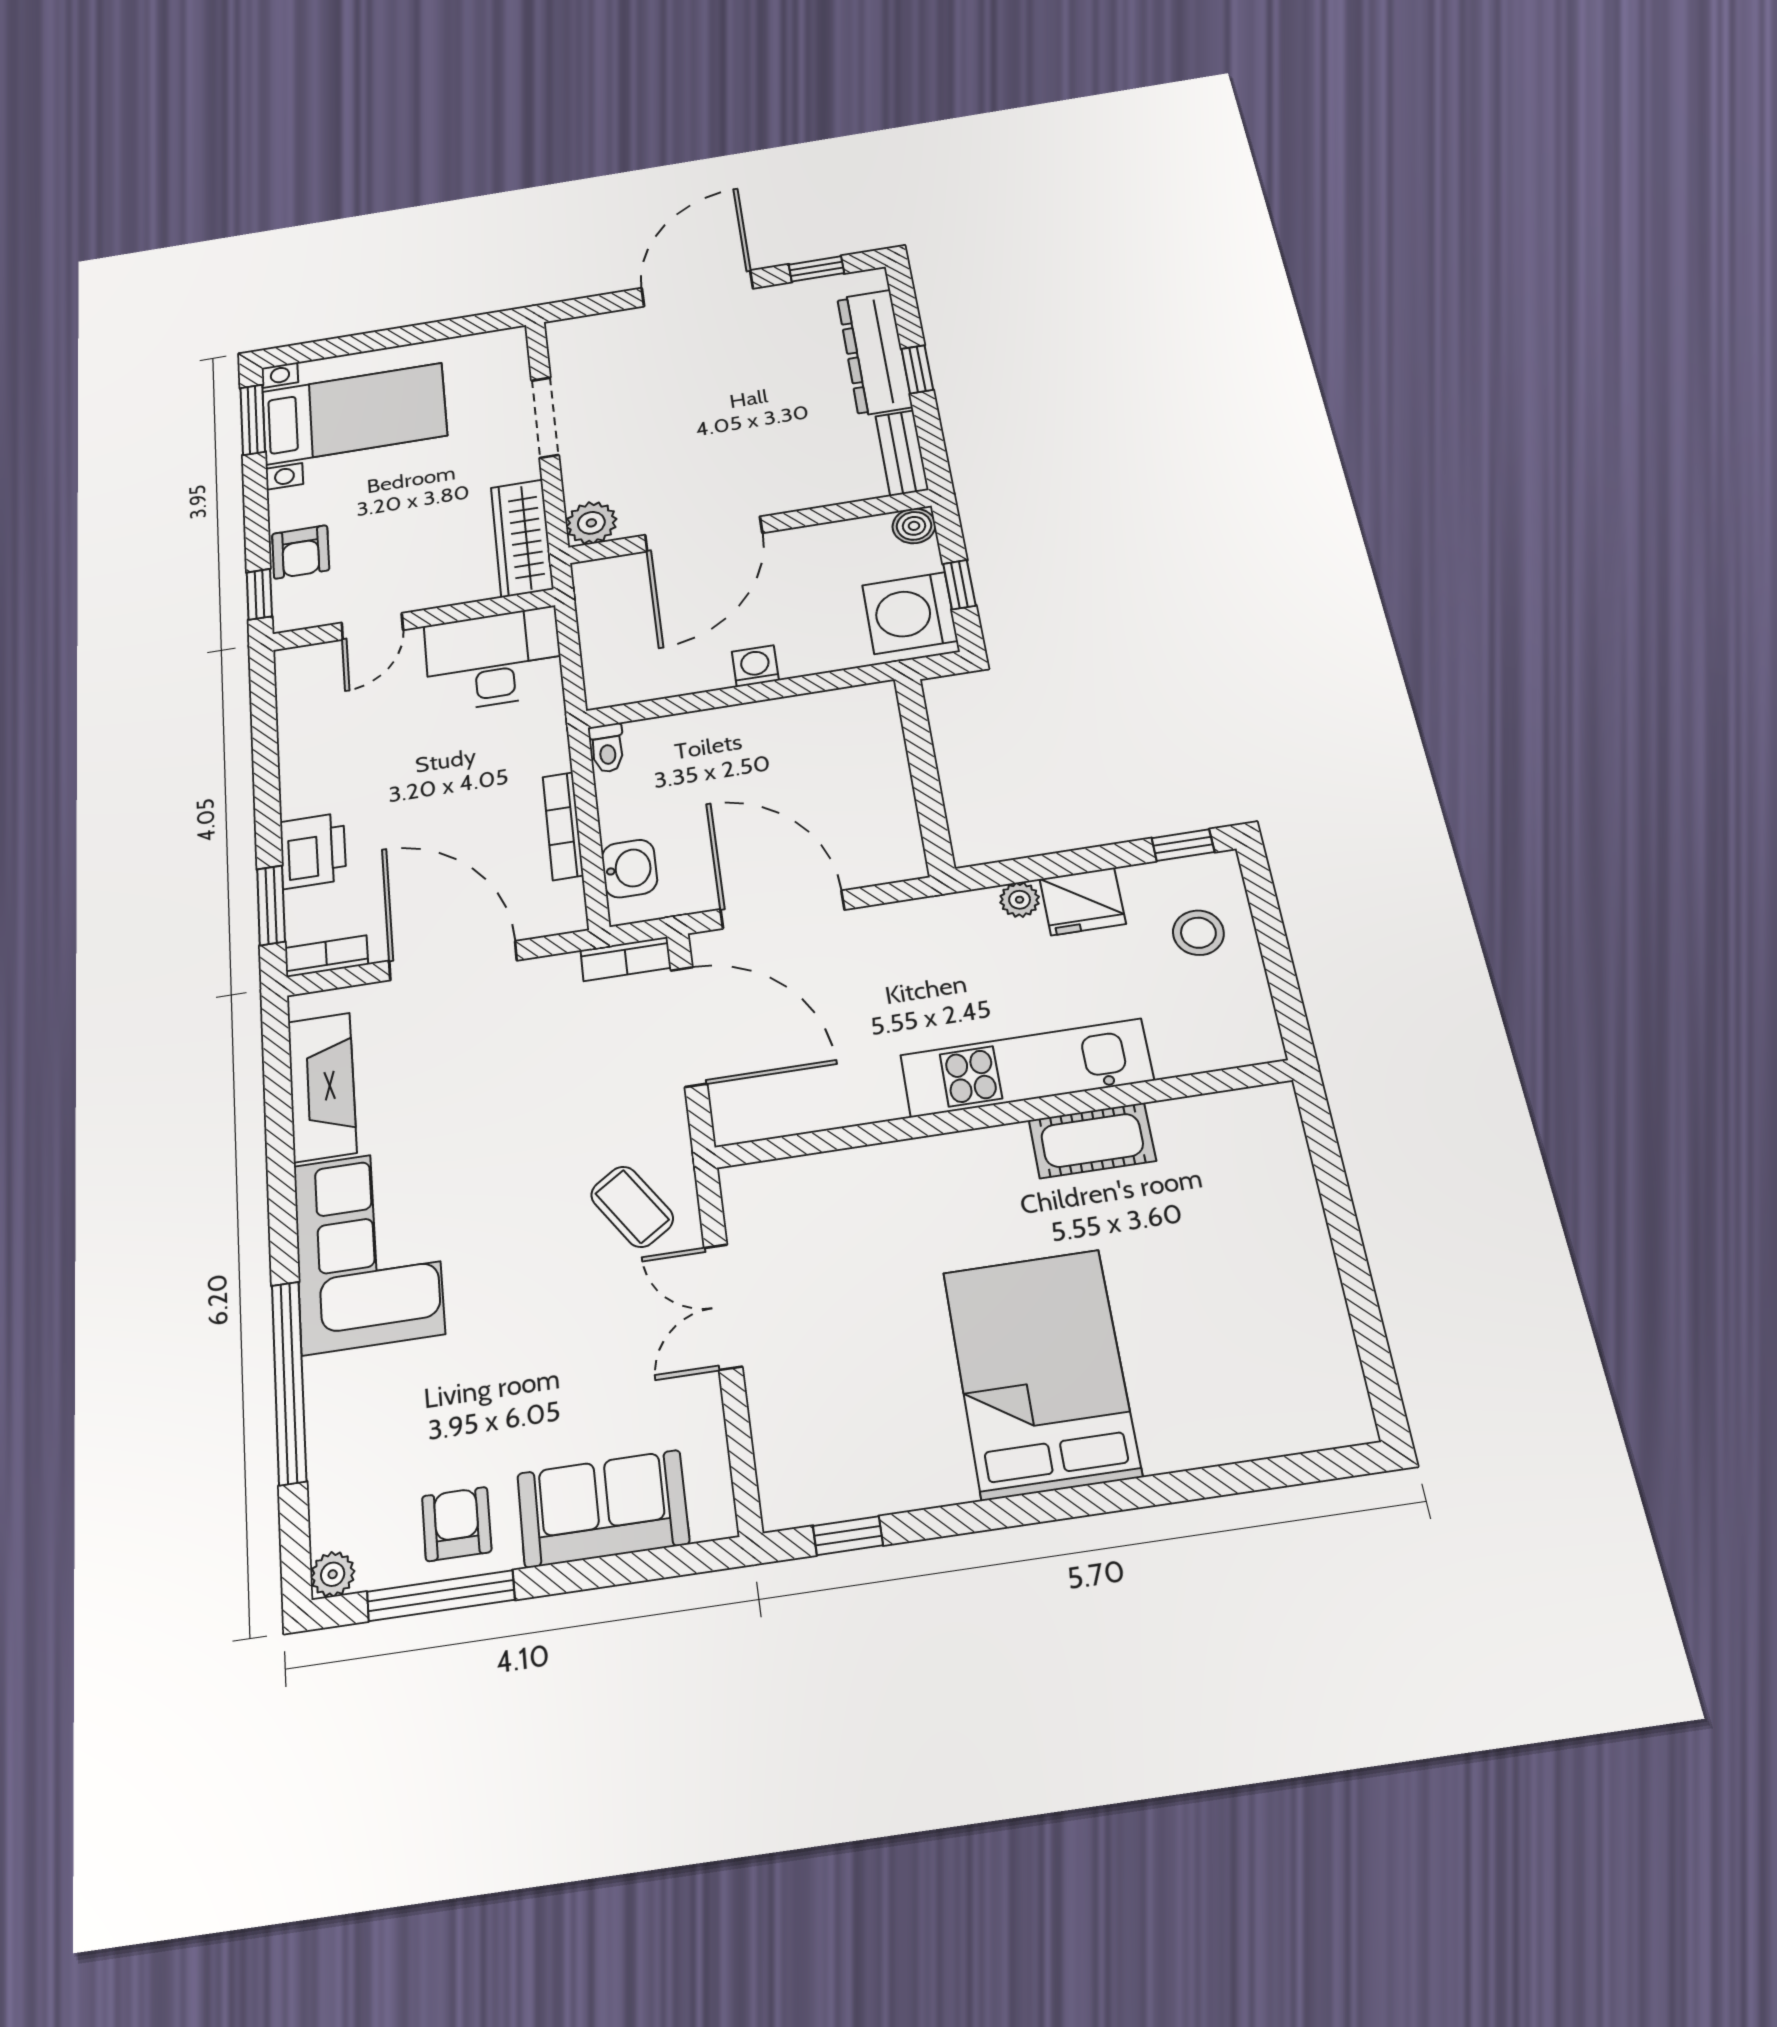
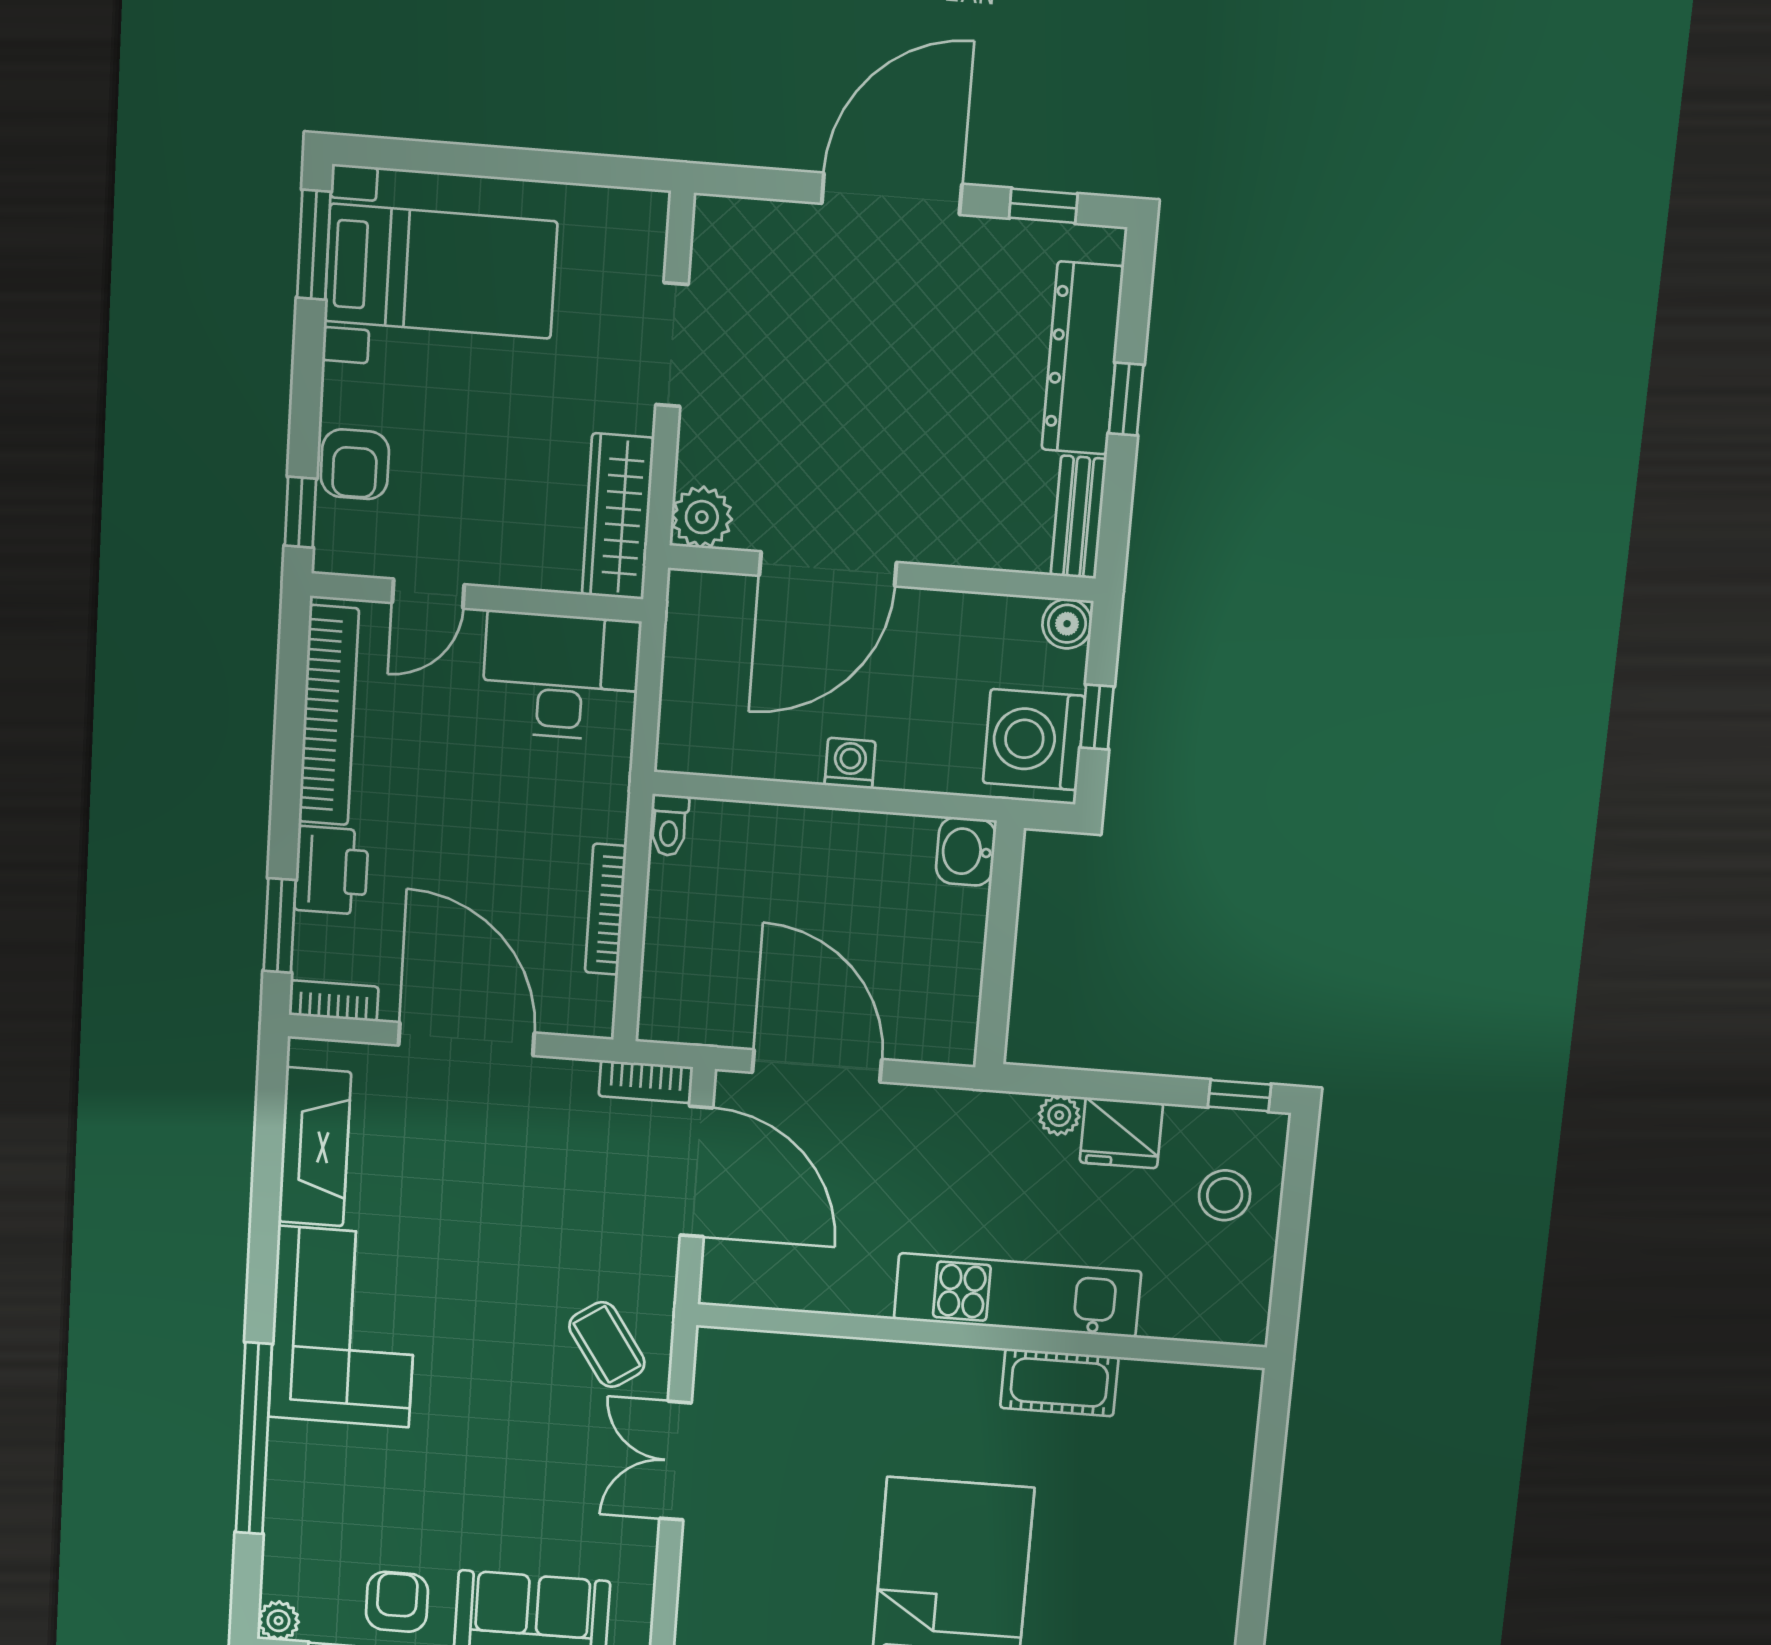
bookcase: (298, 733) -> (329, 715), added
washbasin: (629, 869) -> (966, 851), moved, turned 180

